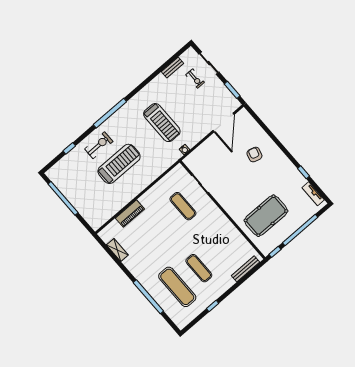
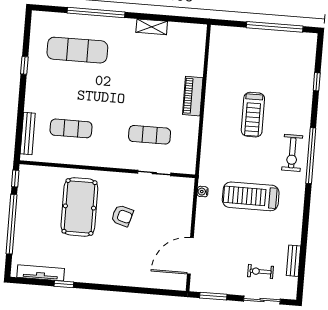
door: (223, 122) -> (190, 256), hinge flipped
exercise bike: (99, 145) -> (292, 153), moved
armchair: (254, 155) -> (122, 216), moved
treadmill: (119, 164) -> (253, 115), width x0.73, depth x0.73
tv unit: (313, 194) -> (41, 273), width x1.41
piano: (130, 214) -> (193, 96), moved
pool table: (266, 216) -> (79, 207), moved
shelving: (117, 250) -> (152, 27), moved
exercise mat: (199, 268) -> (71, 128), moved

